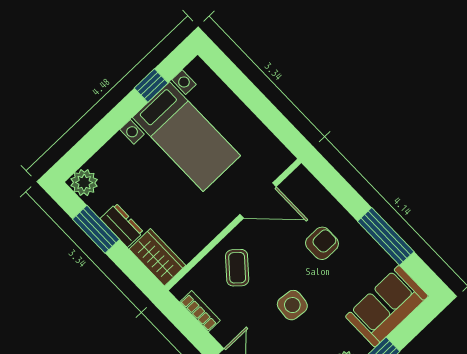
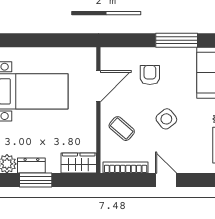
dresser: (122, 225) -> (31, 165), moved
side table: (292, 305) -> (166, 119), turned 45
bookcase: (200, 311) -> (126, 167), width x1.56

